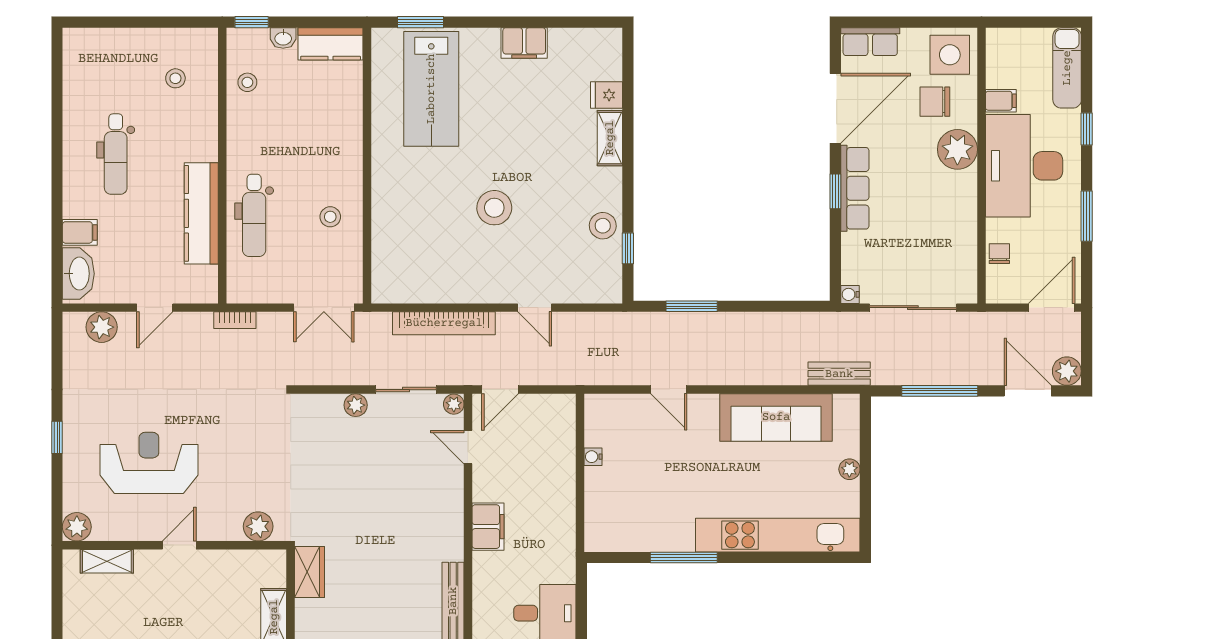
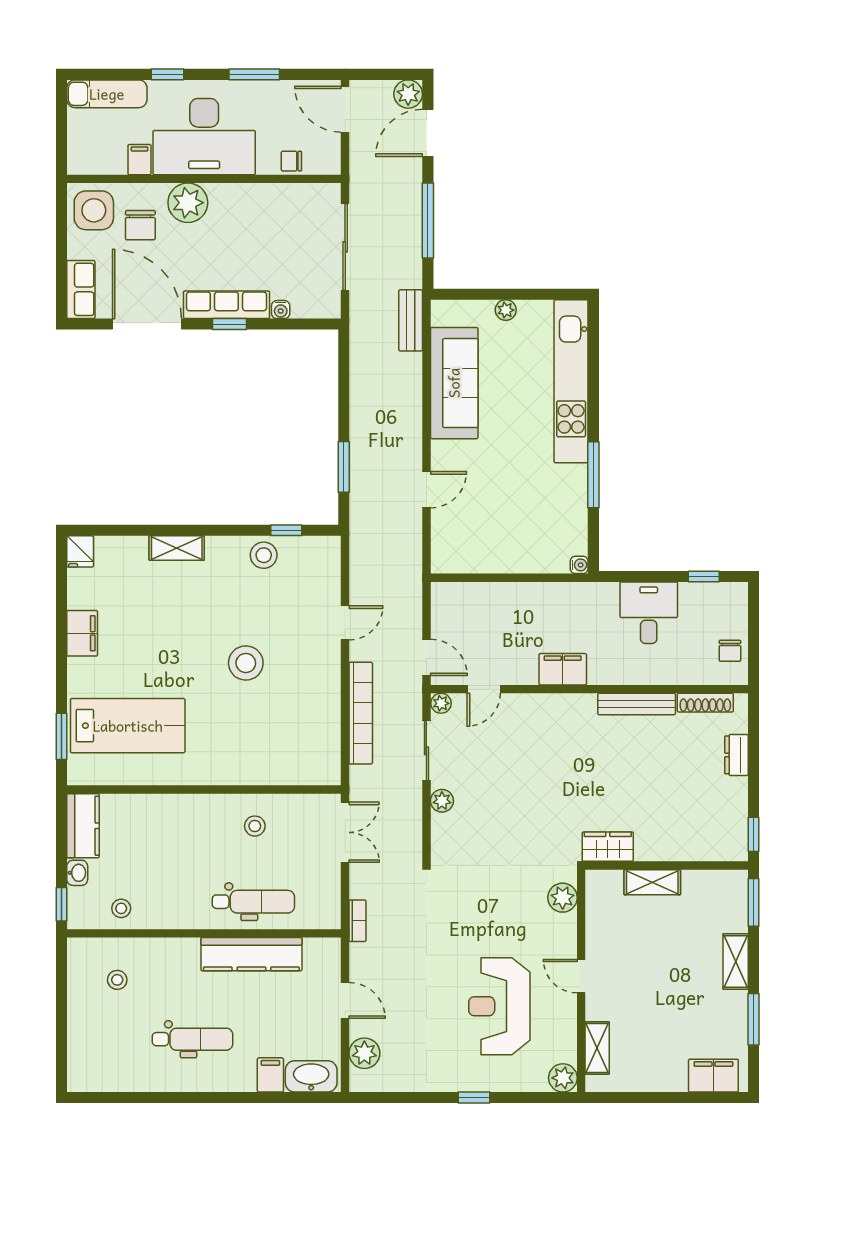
fridge: (607, 95) -> (80, 551), moved
water cooler: (850, 294) -> (281, 310), moved
water cooler: (593, 457) -> (579, 565), moved, turned -90

